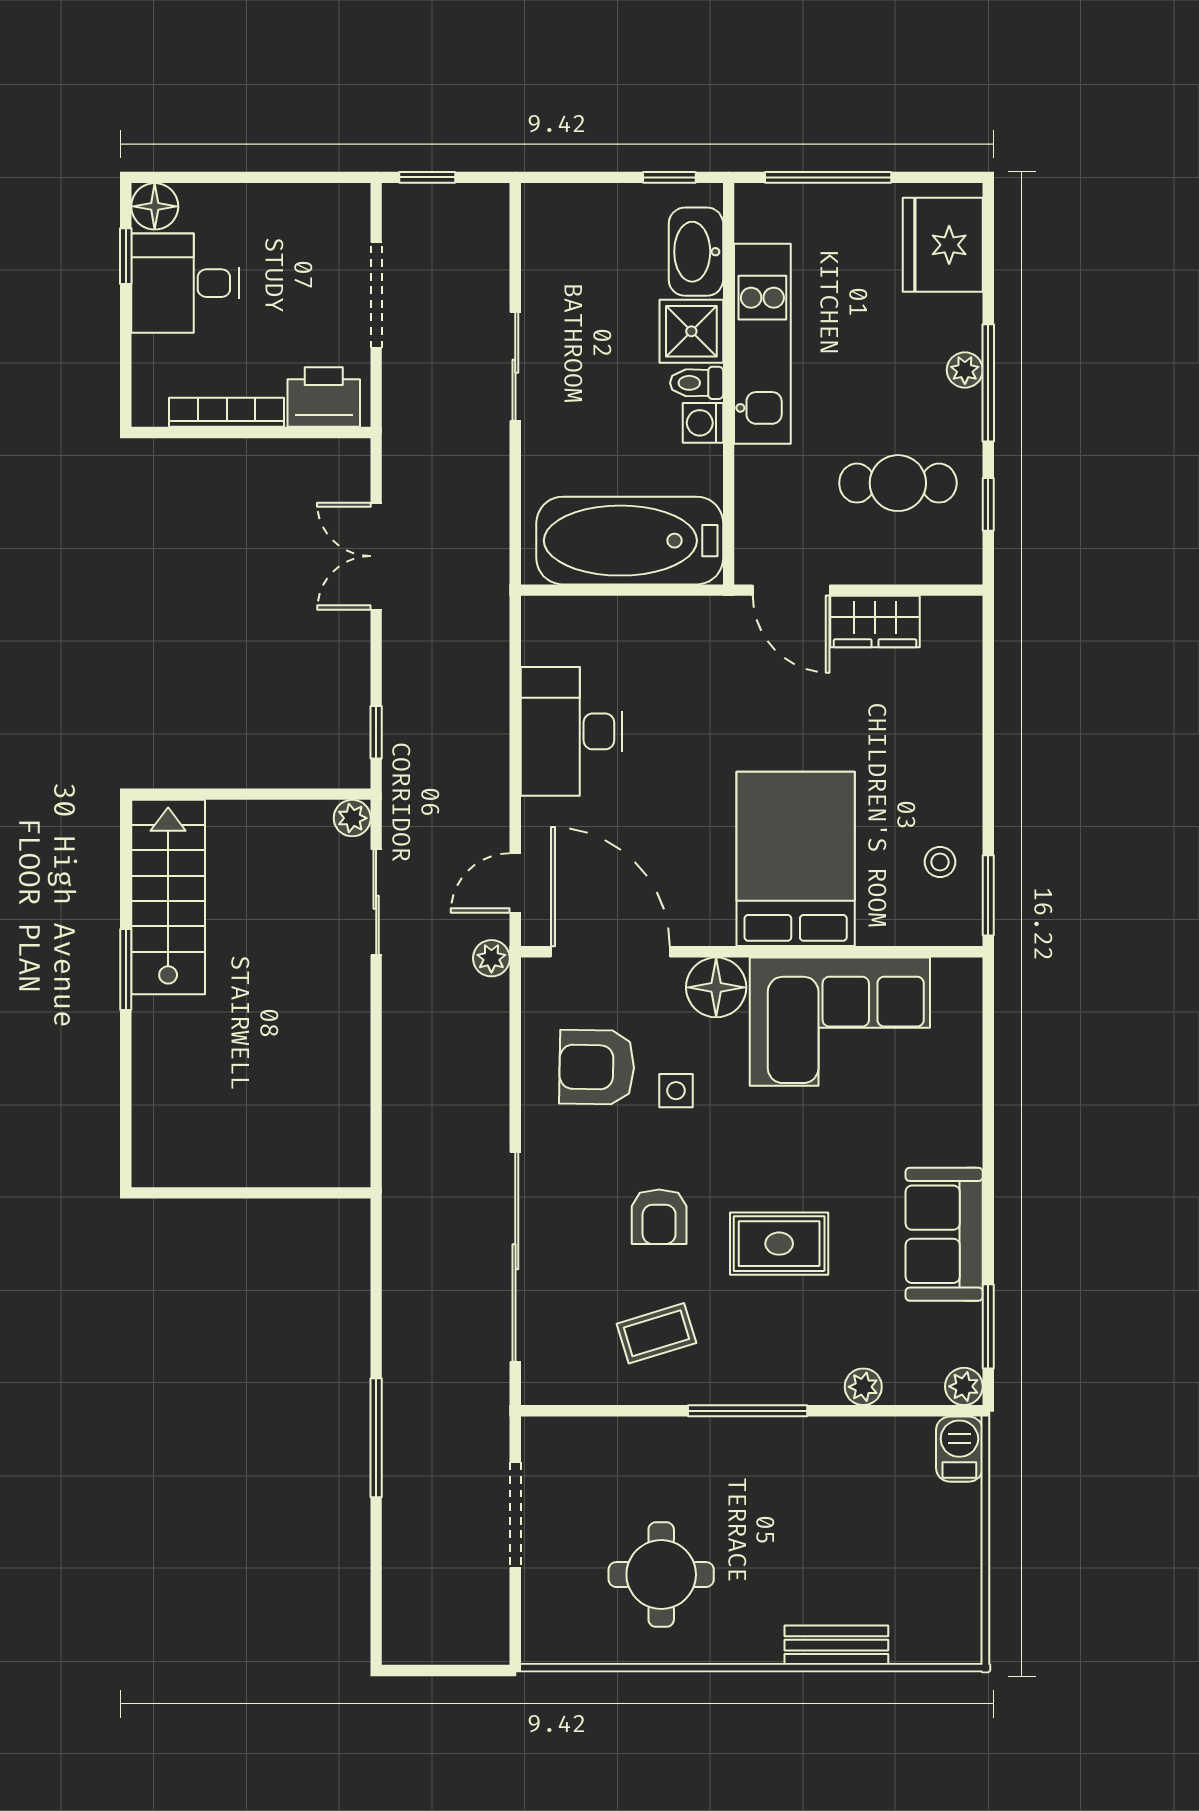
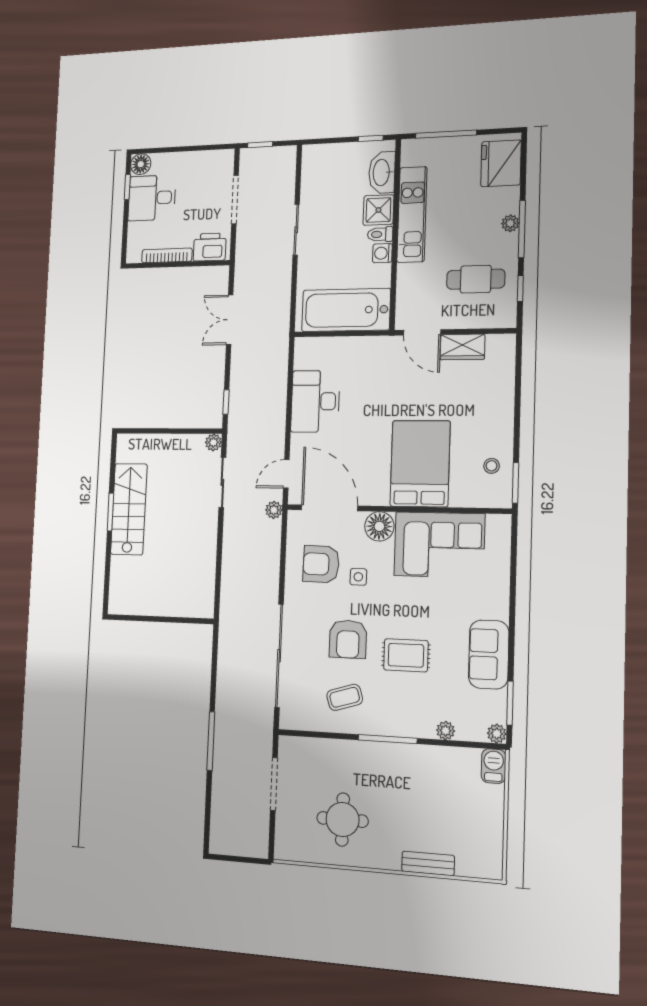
stairs: (168, 897) -> (129, 509), moved
armchair: (659, 1217) -> (348, 639), width x1.38, depth x1.38

